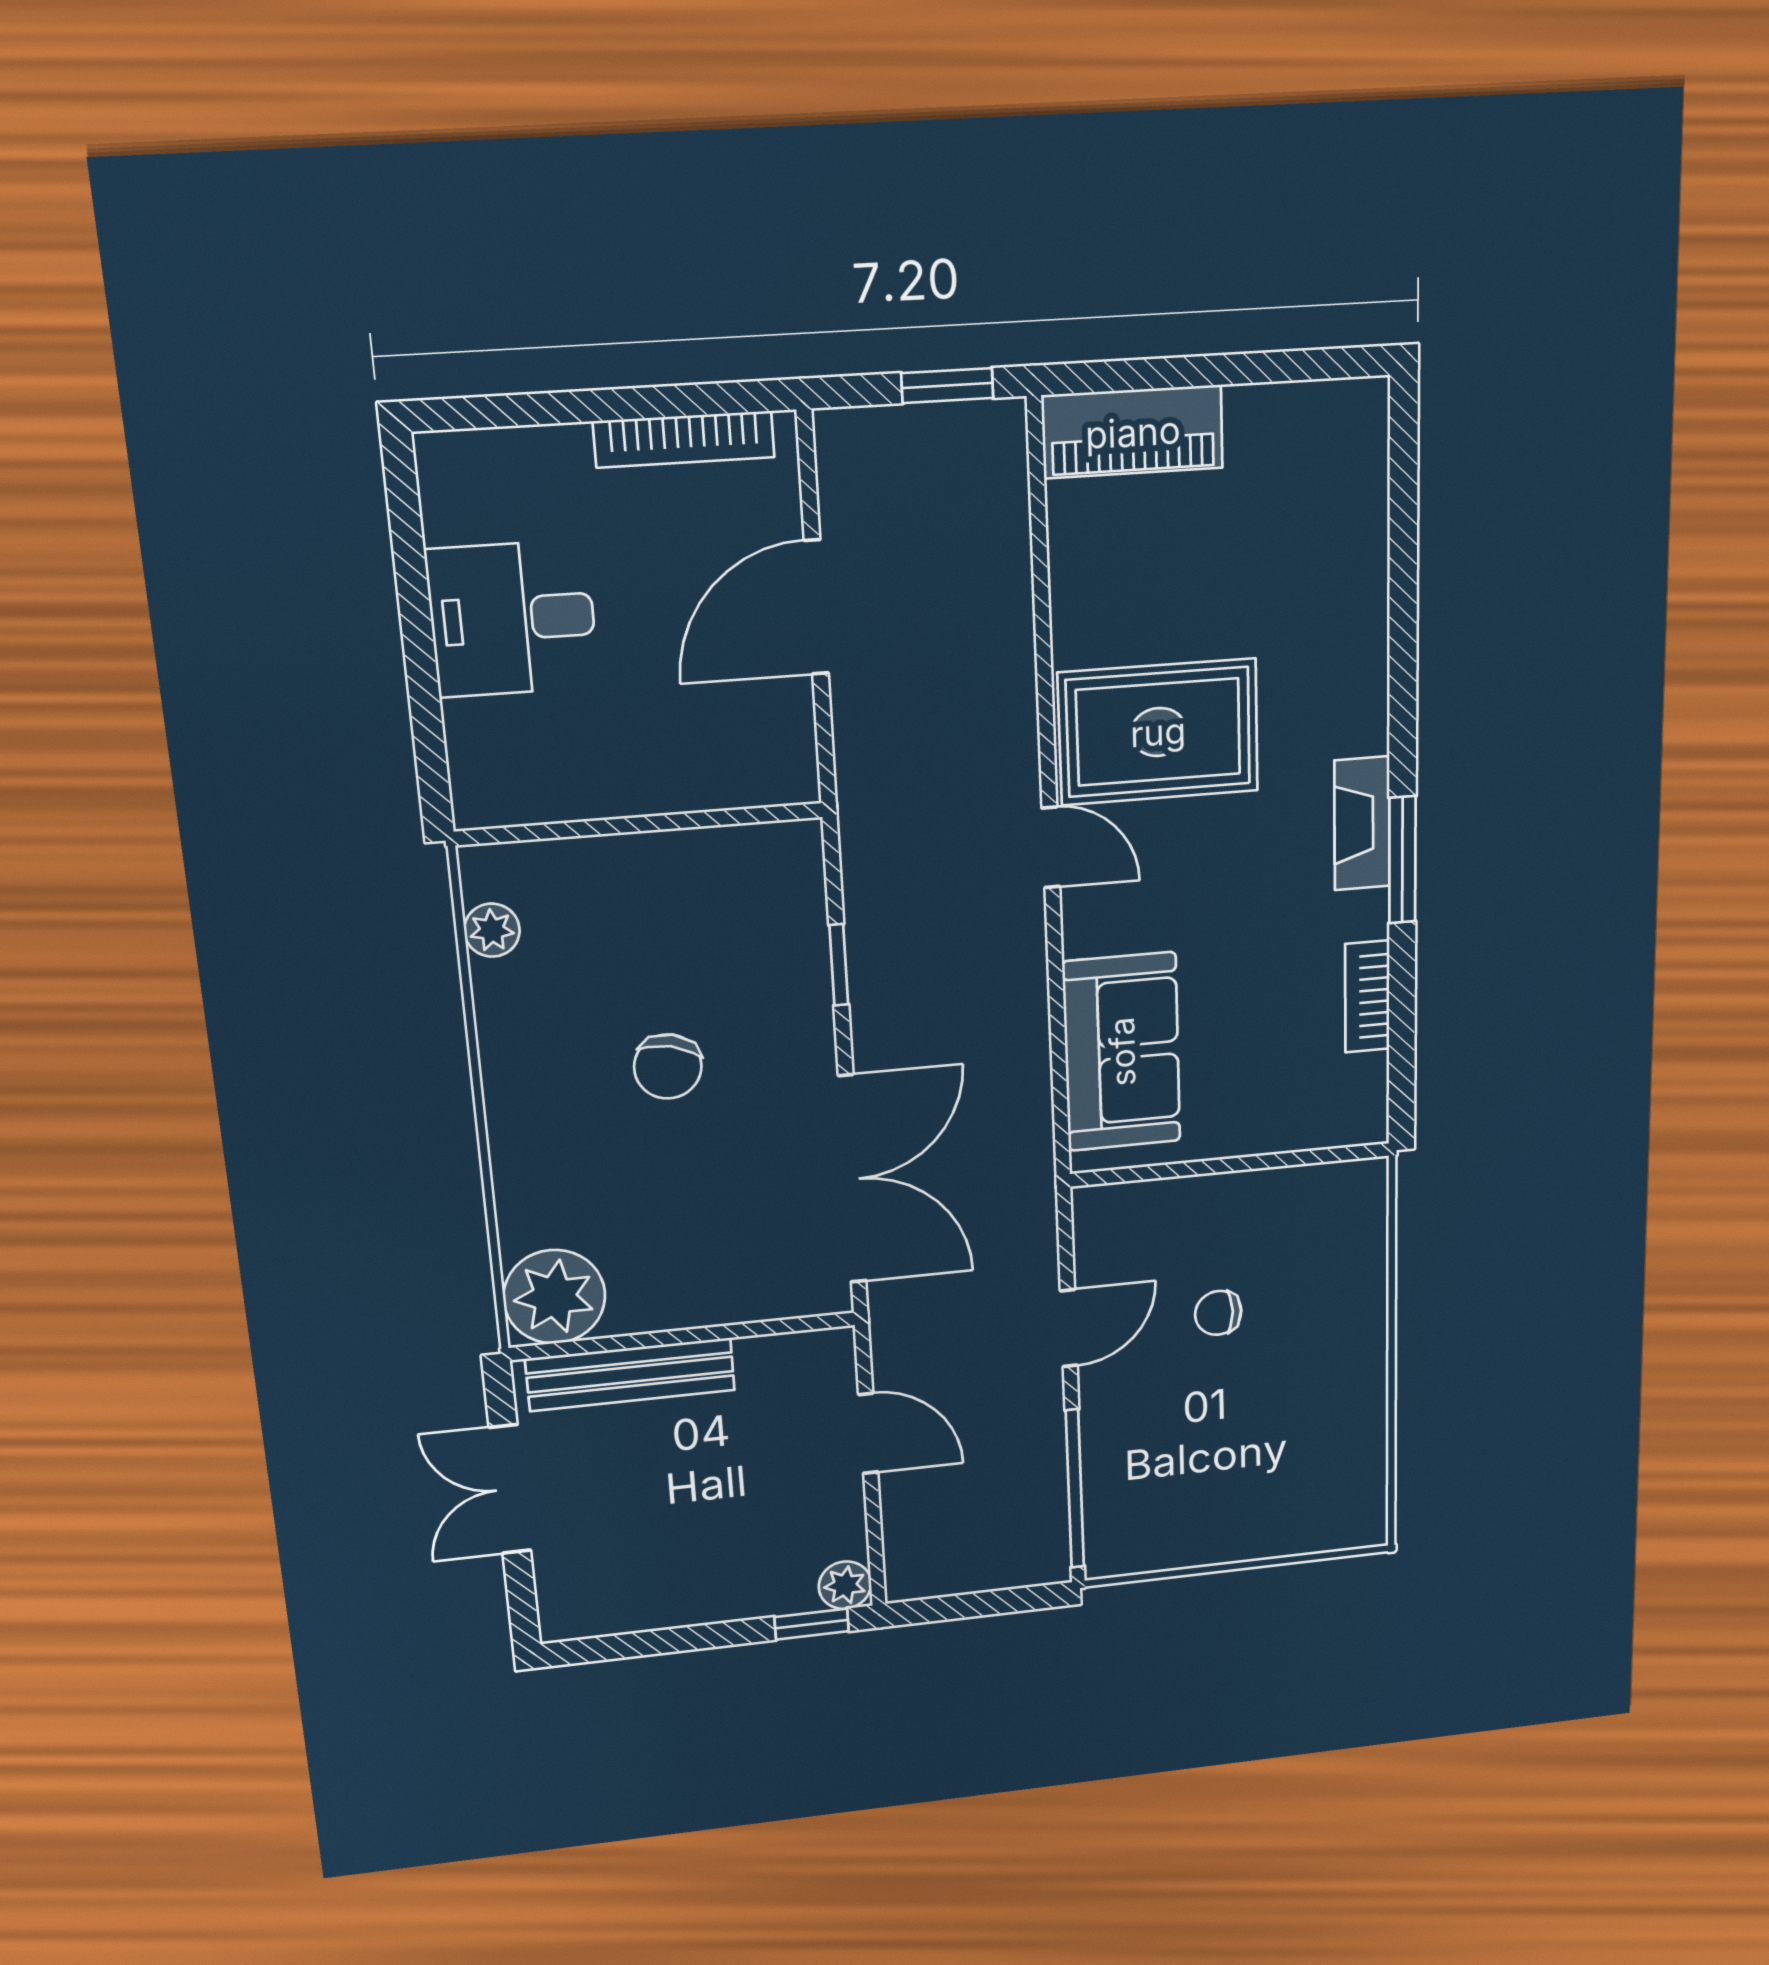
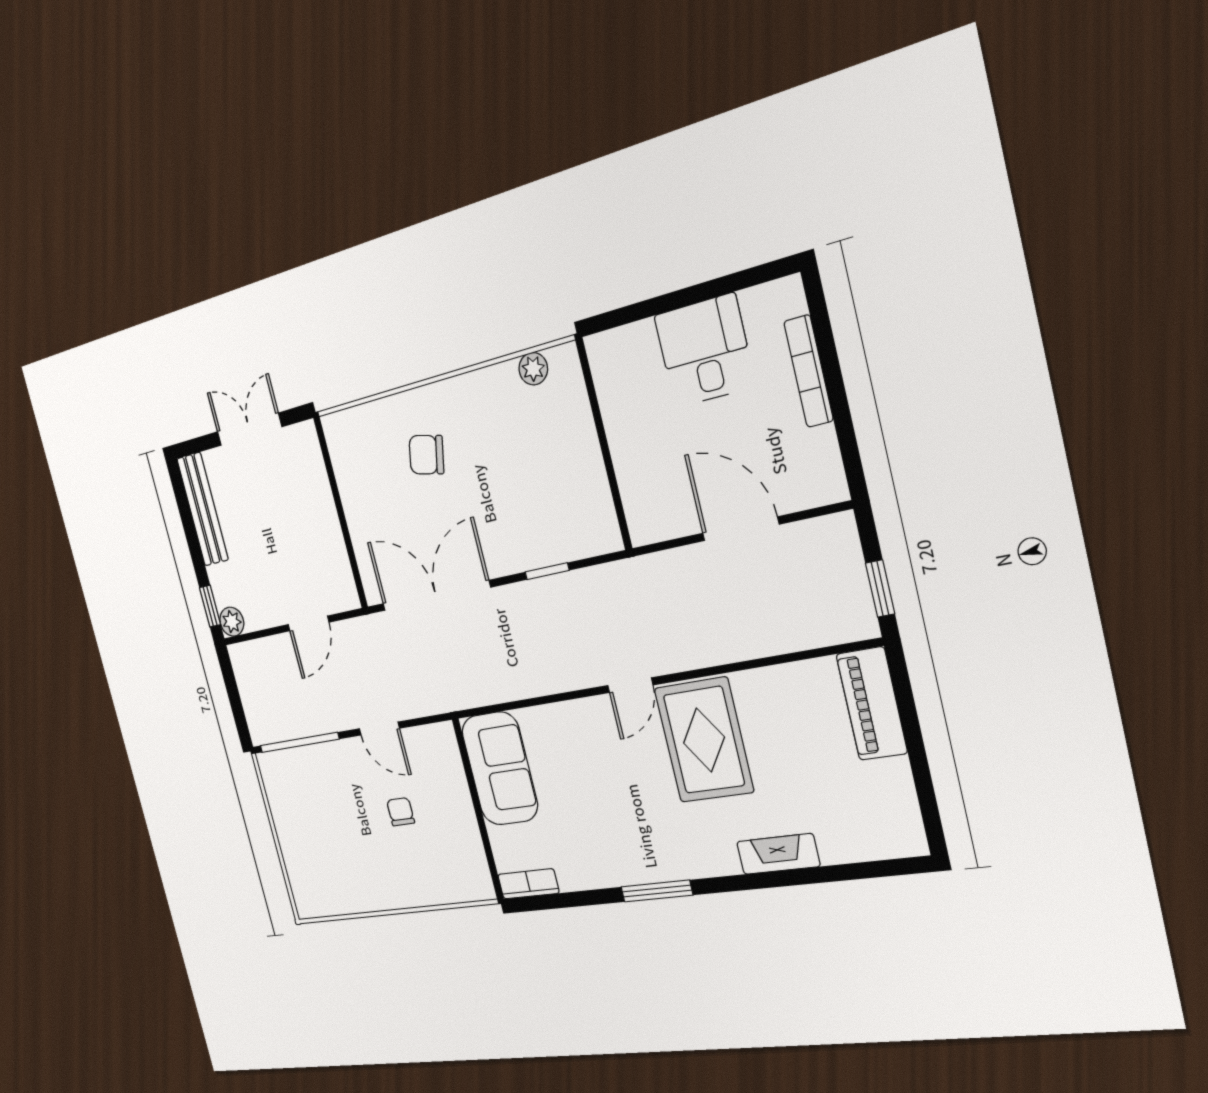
bookcase: (684, 439) -> (809, 371), moved
fireplace: (1362, 823) -> (778, 854), moved
bookcase: (1367, 997) -> (528, 884), moved
sofa: (1122, 1052) -> (500, 769), moved, turned -90
chair: (668, 1067) -> (426, 455), moved
double door: (852, 1179) -> (436, 596), swing flipped
plant: (554, 1297) -> (349, 437), removed
bench: (630, 1375) -> (203, 509), moved

